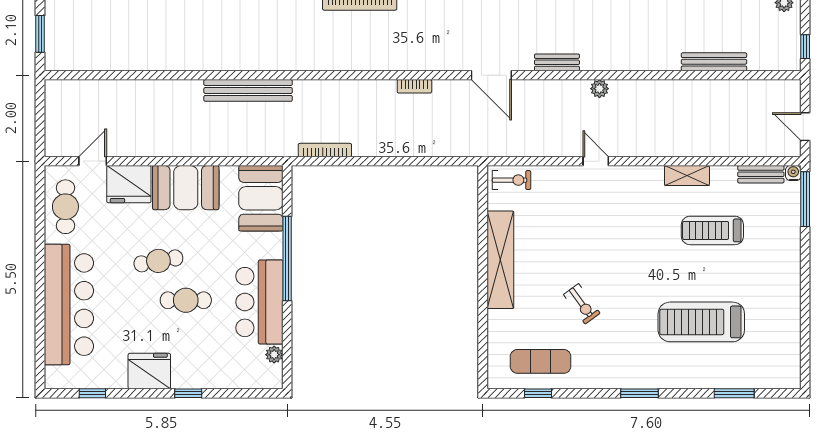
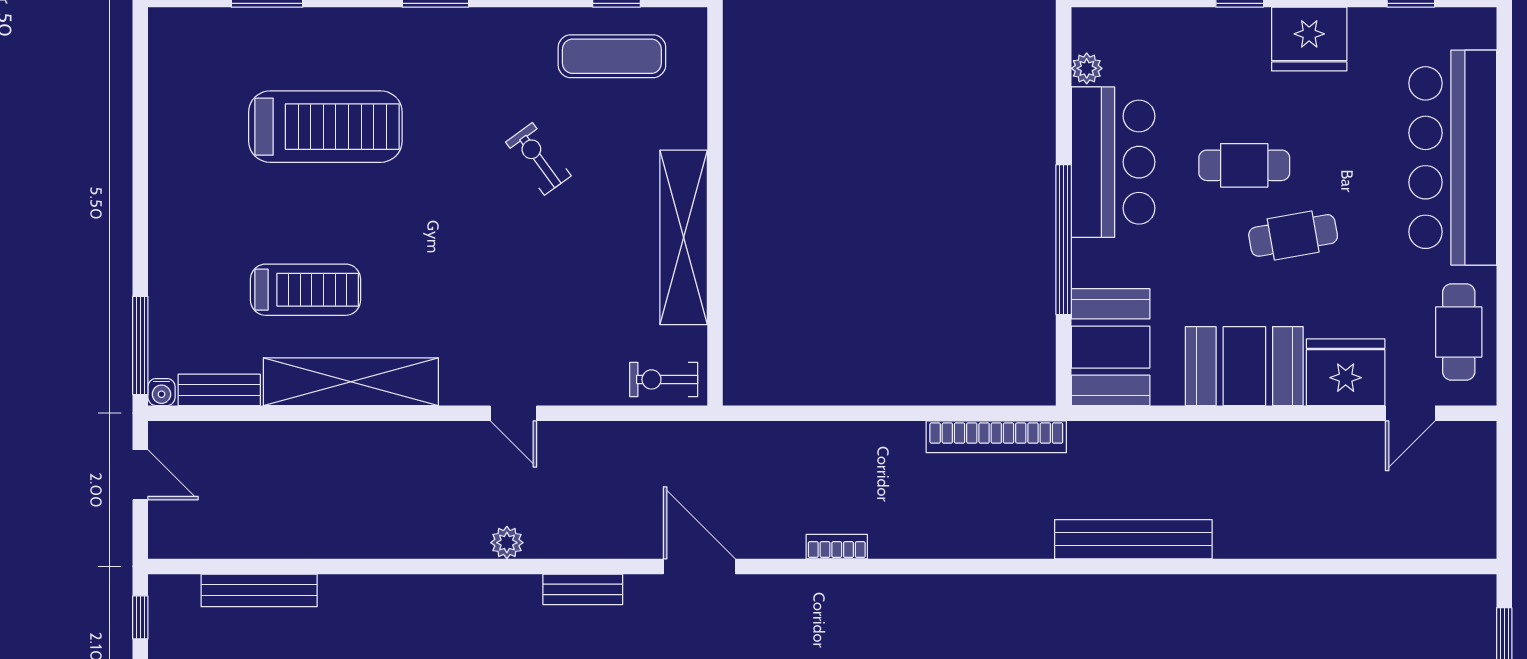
bench: (714, 62) -> (259, 590), moved
bookcase: (325, 150) -> (996, 437), width x1.48, depth x1.31
shelving: (687, 175) -> (351, 382), width x2.20, depth x1.33

